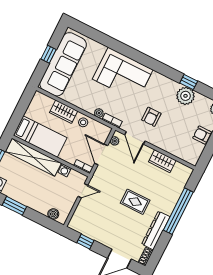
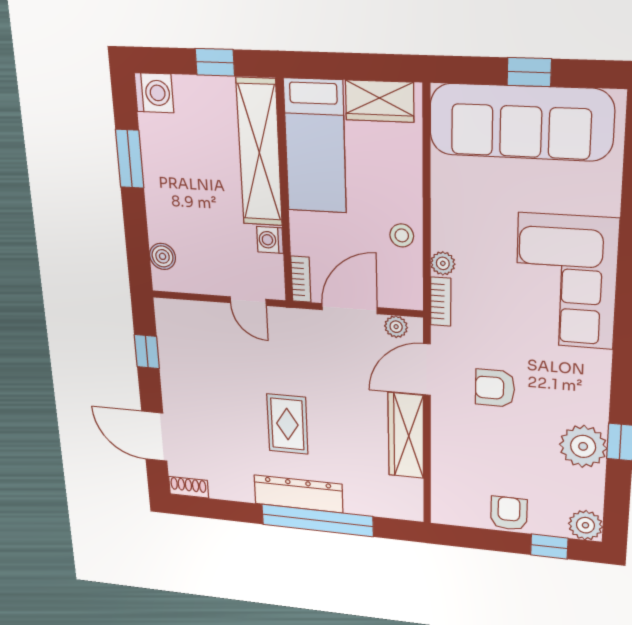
wardrobe: (64, 112) -> (380, 101), moved, turned -90
wardrobe: (162, 161) -> (406, 436), width x1.50
dresser: (156, 230) -> (298, 494), moved

